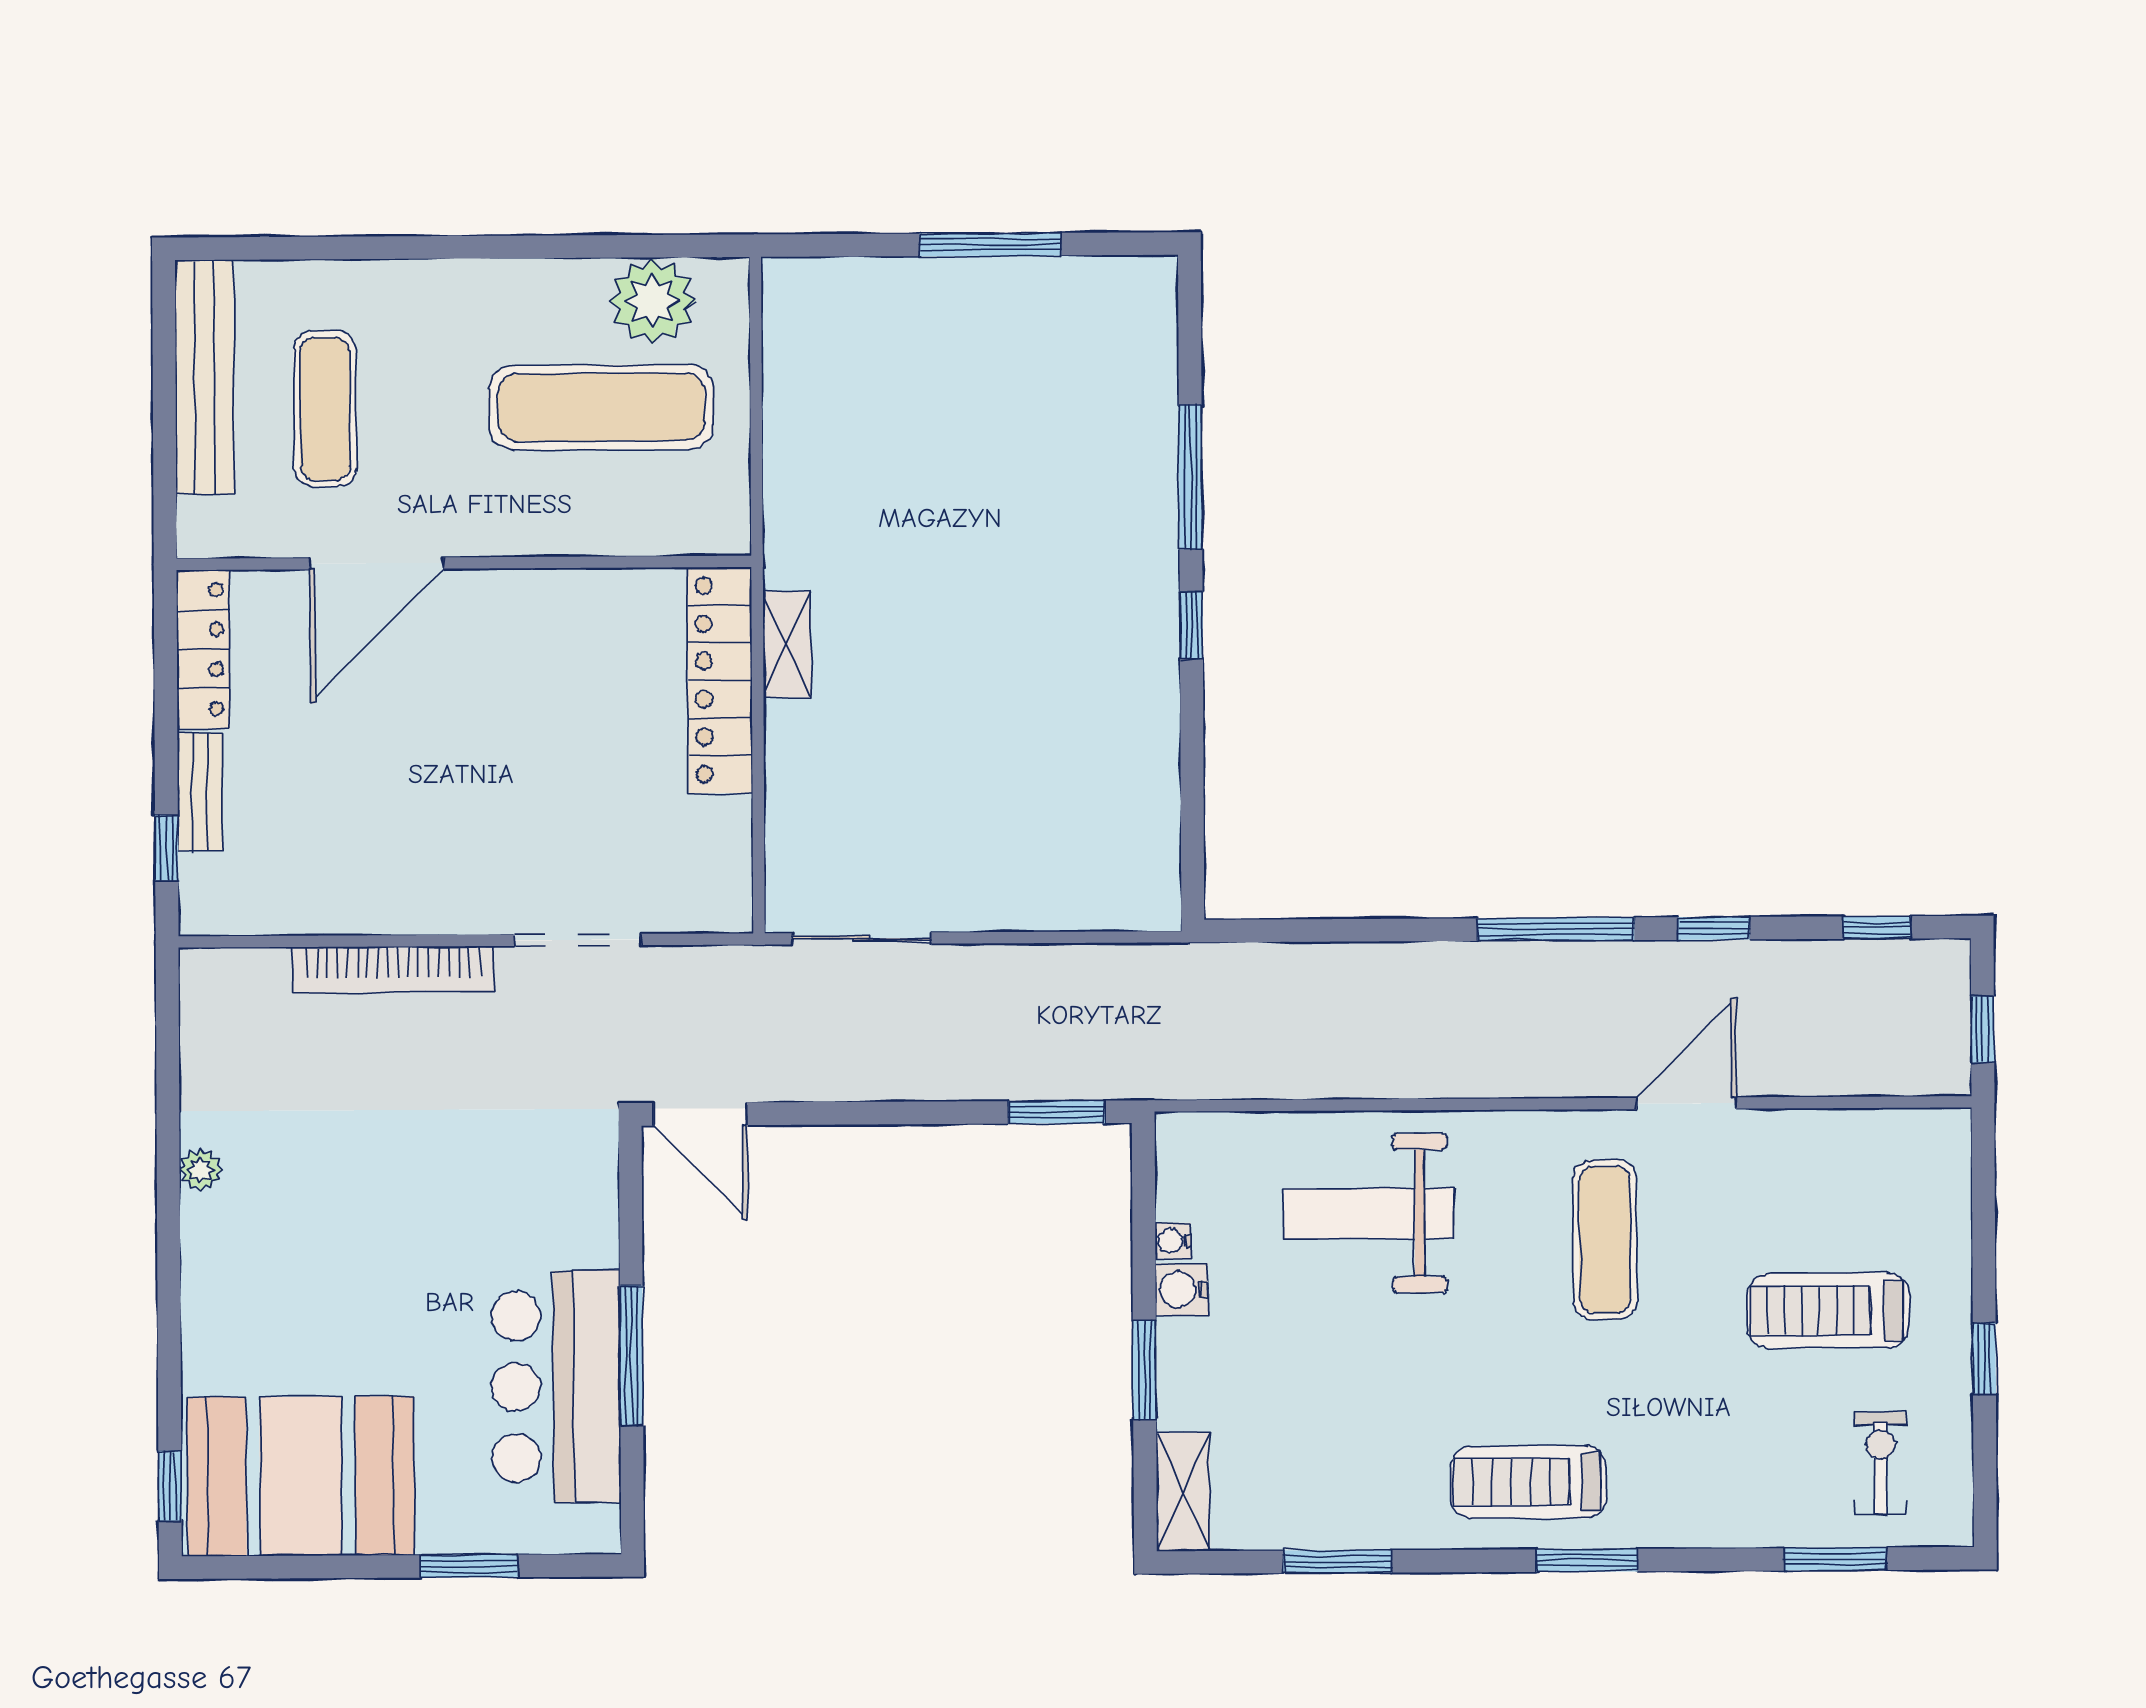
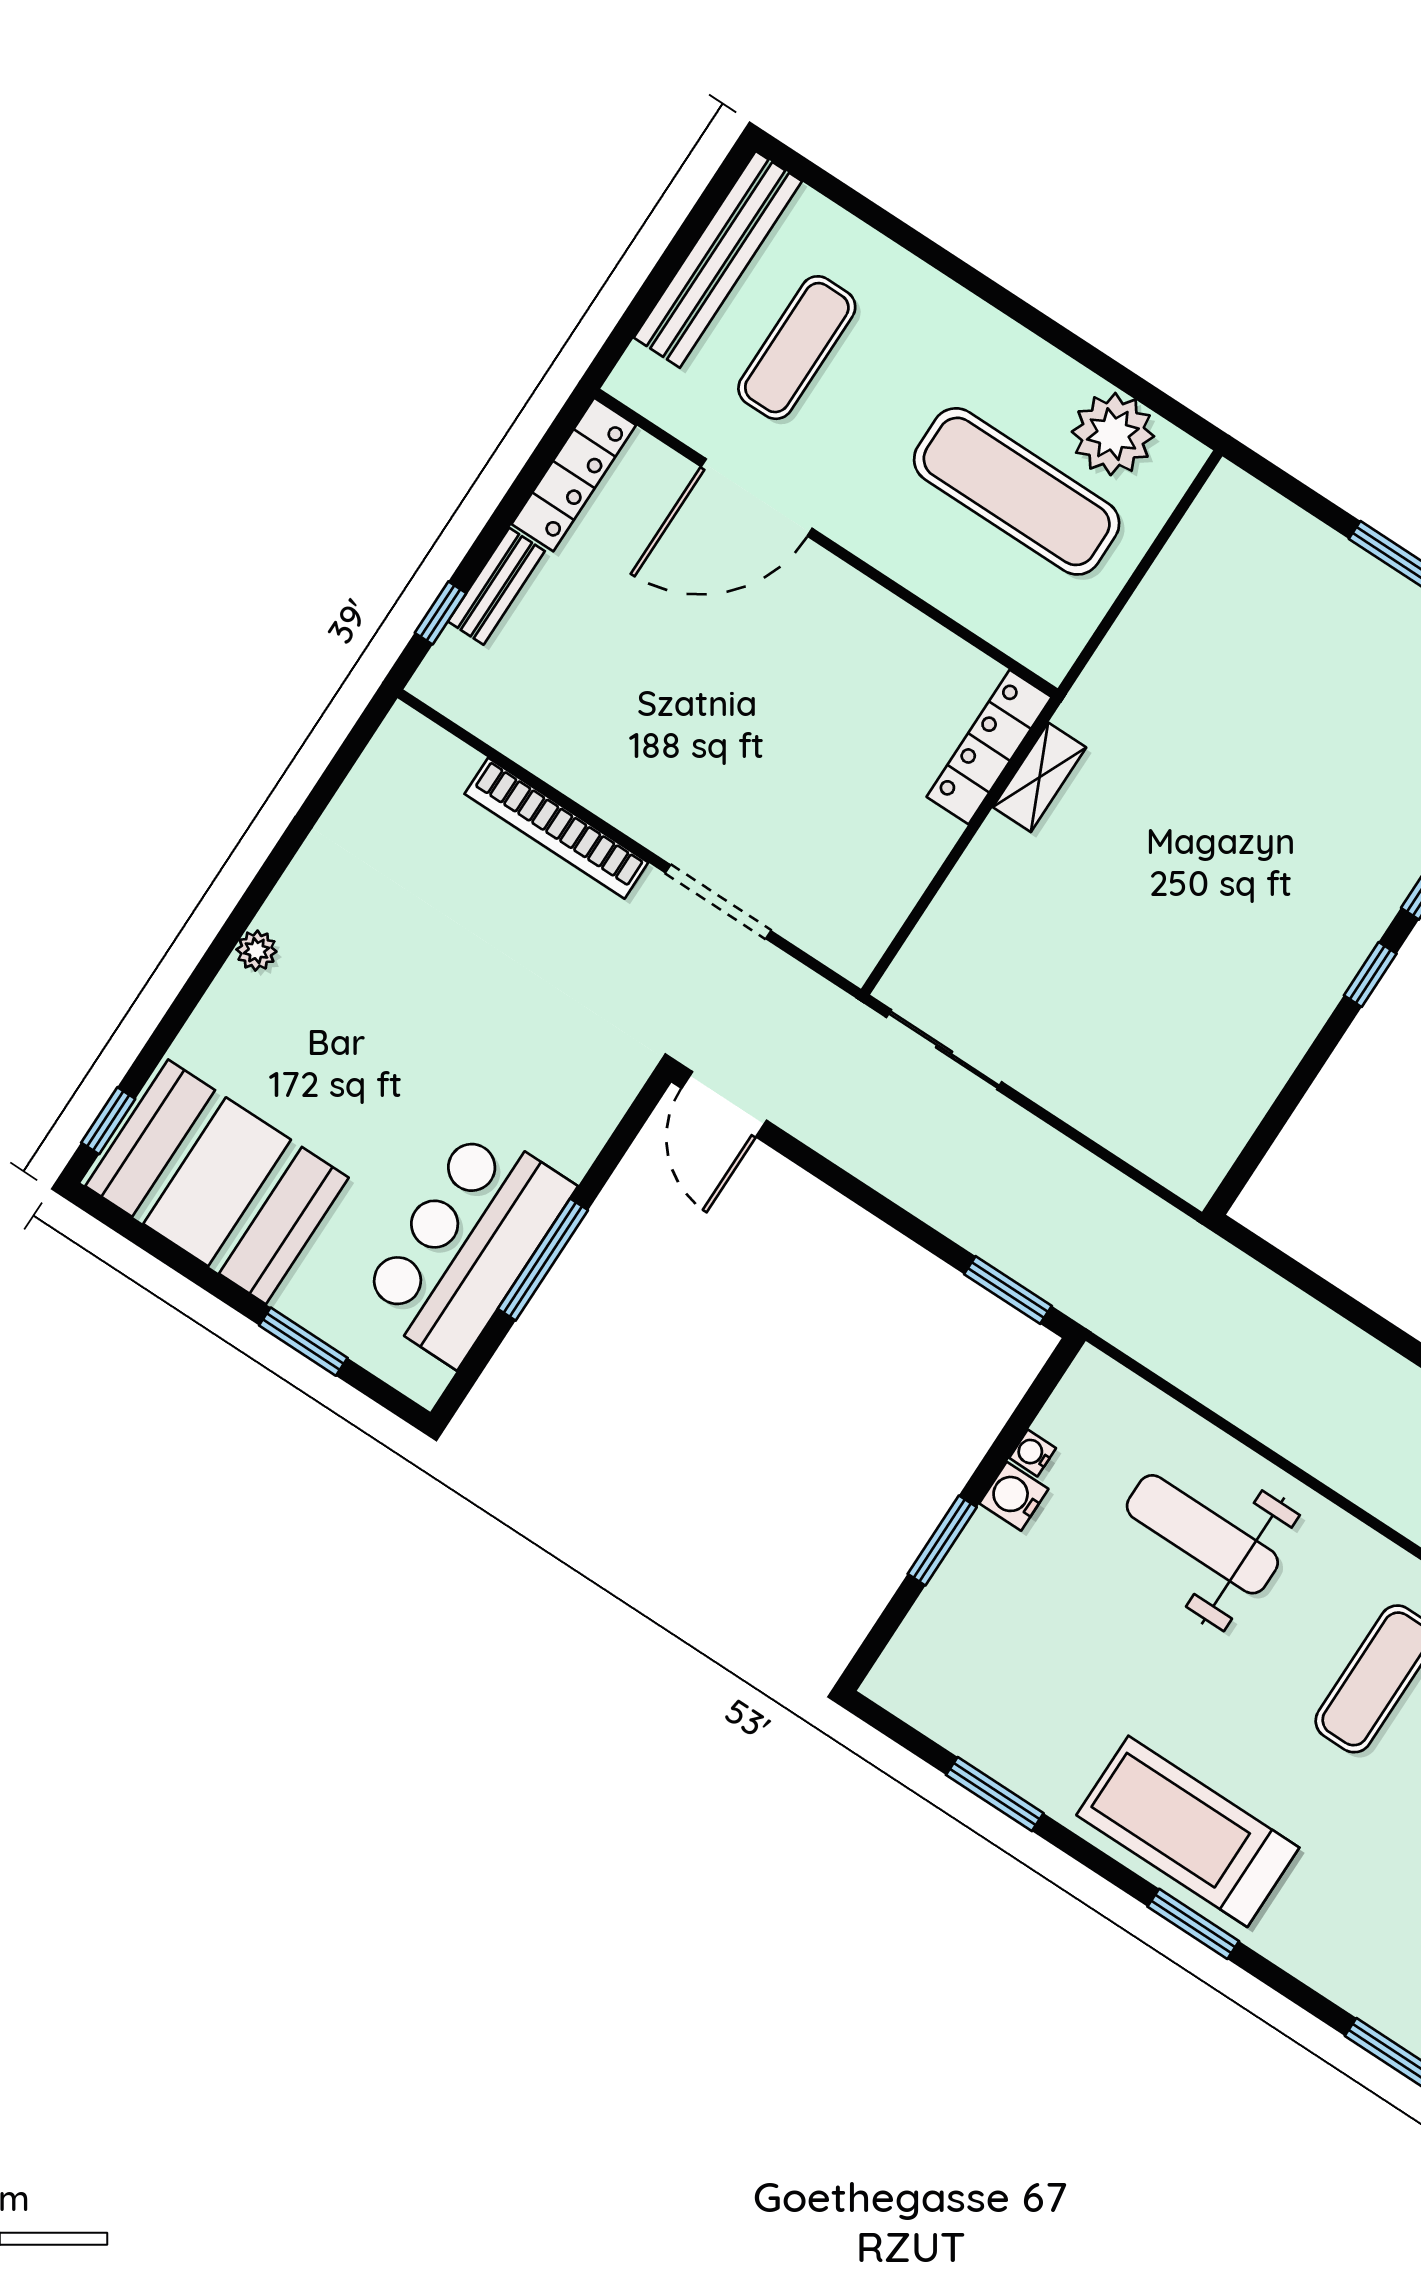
locker: (720, 680) -> (989, 747), width x0.71, depth x0.83
plant: (201, 1170) -> (256, 951), moved
treadmill: (1529, 1482) -> (1188, 1831), width x1.37, depth x1.38
shelving: (1183, 1492) -> (909, 1658), removed

